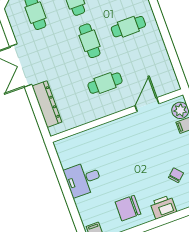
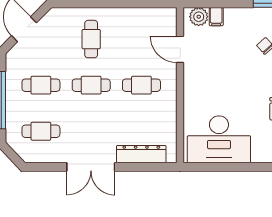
cafe table: (105, 83) -> (141, 85), turned 90
desk: (83, 179) -> (219, 139), width x1.87, depth x1.30

